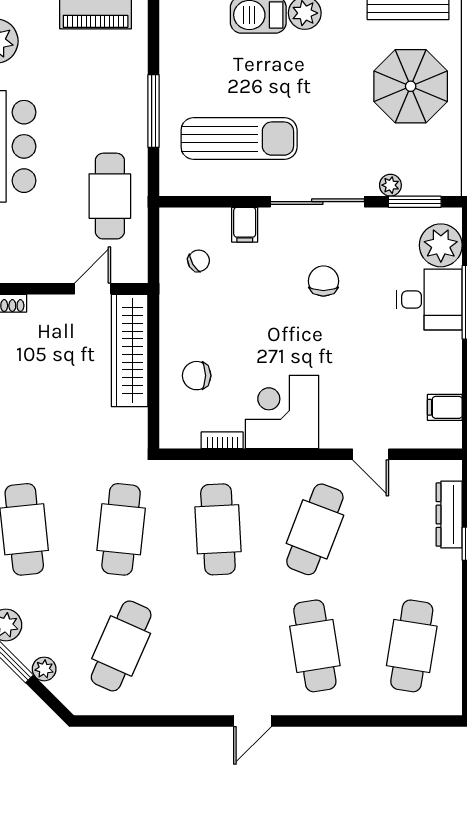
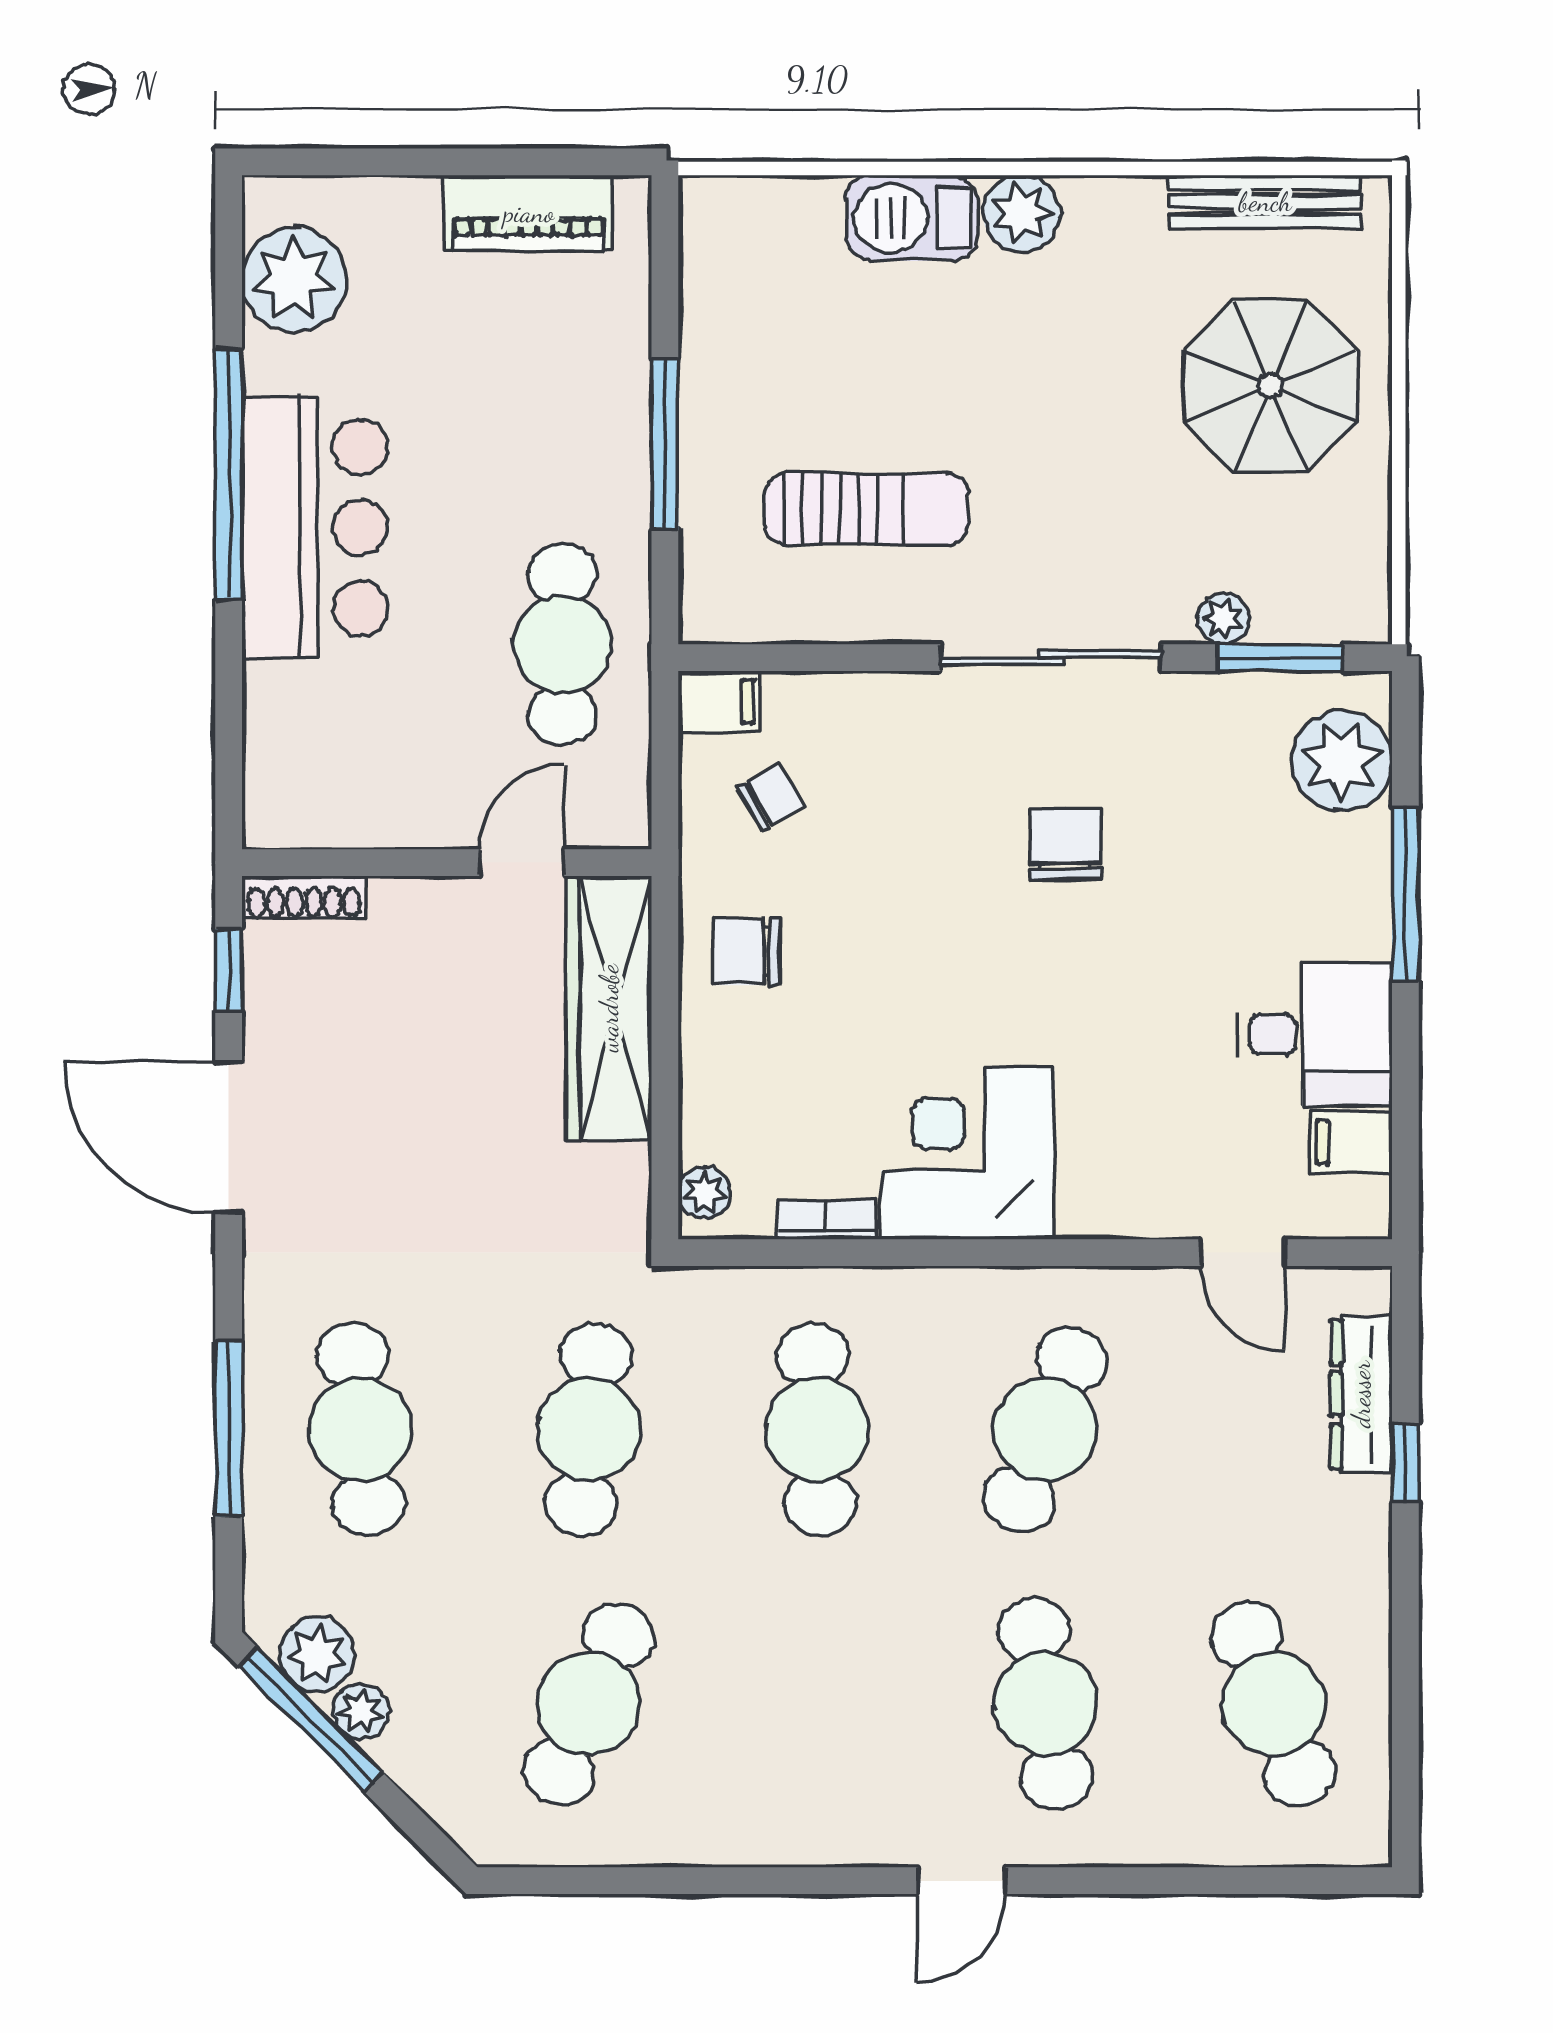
sun lounger: (239, 139) -> (867, 509), width x0.73, depth x0.75
filing cabinet: (245, 225) -> (719, 702), moved, turned -90
desk: (429, 300) -> (1315, 1034), moved
chair: (197, 376) -> (747, 952), moved
plant: (170, 429) -> (704, 1192), added
door: (371, 454) -> (1243, 1253), moved
cafe table: (412, 646) -> (1273, 1704), turned -30
plant: (44, 669) -> (361, 1711), moved
door: (252, 721) -> (962, 1881), moved

